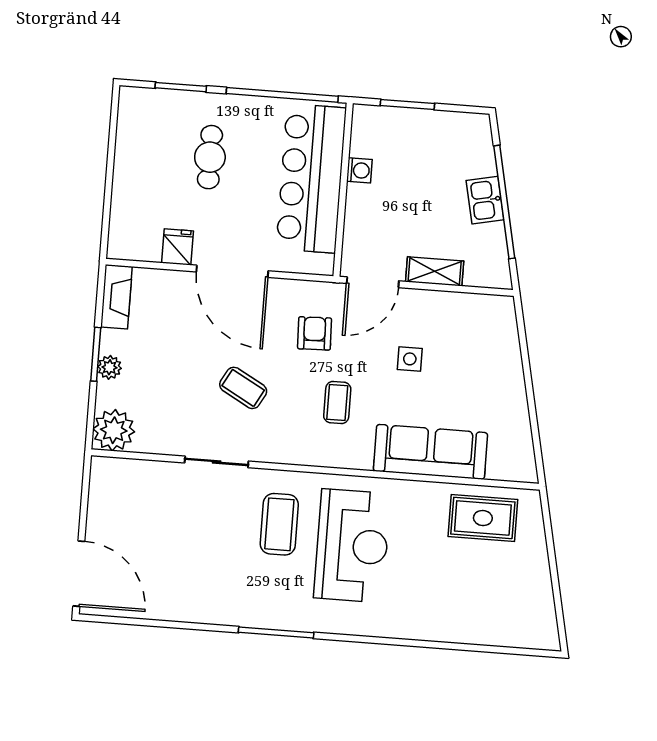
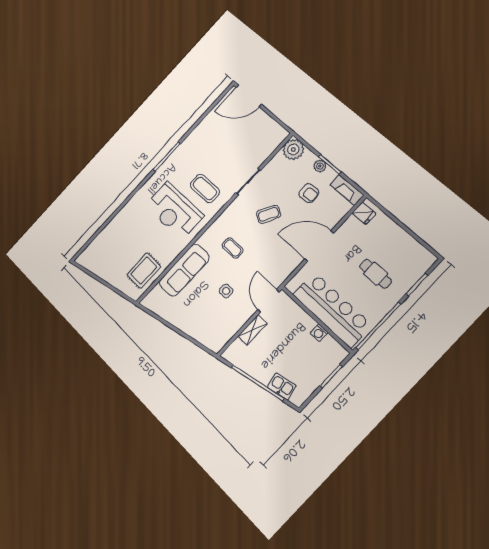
kitchen sink: (485, 200) -> (282, 386), moved
fridge: (177, 247) -> (364, 213), moved
armchair: (315, 333) -> (309, 193), moved

